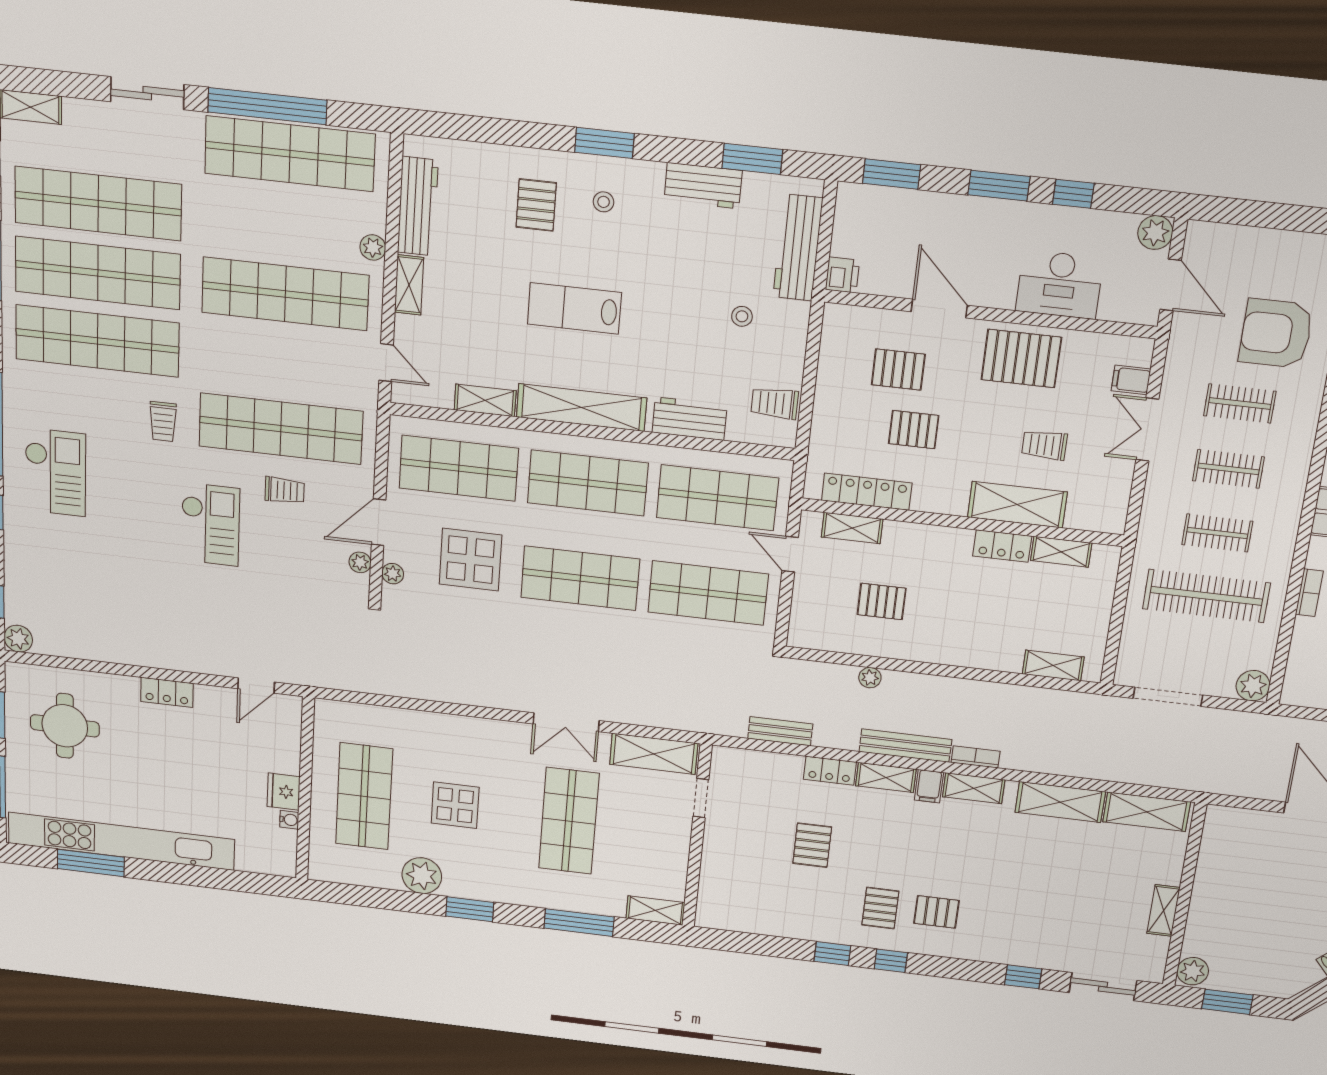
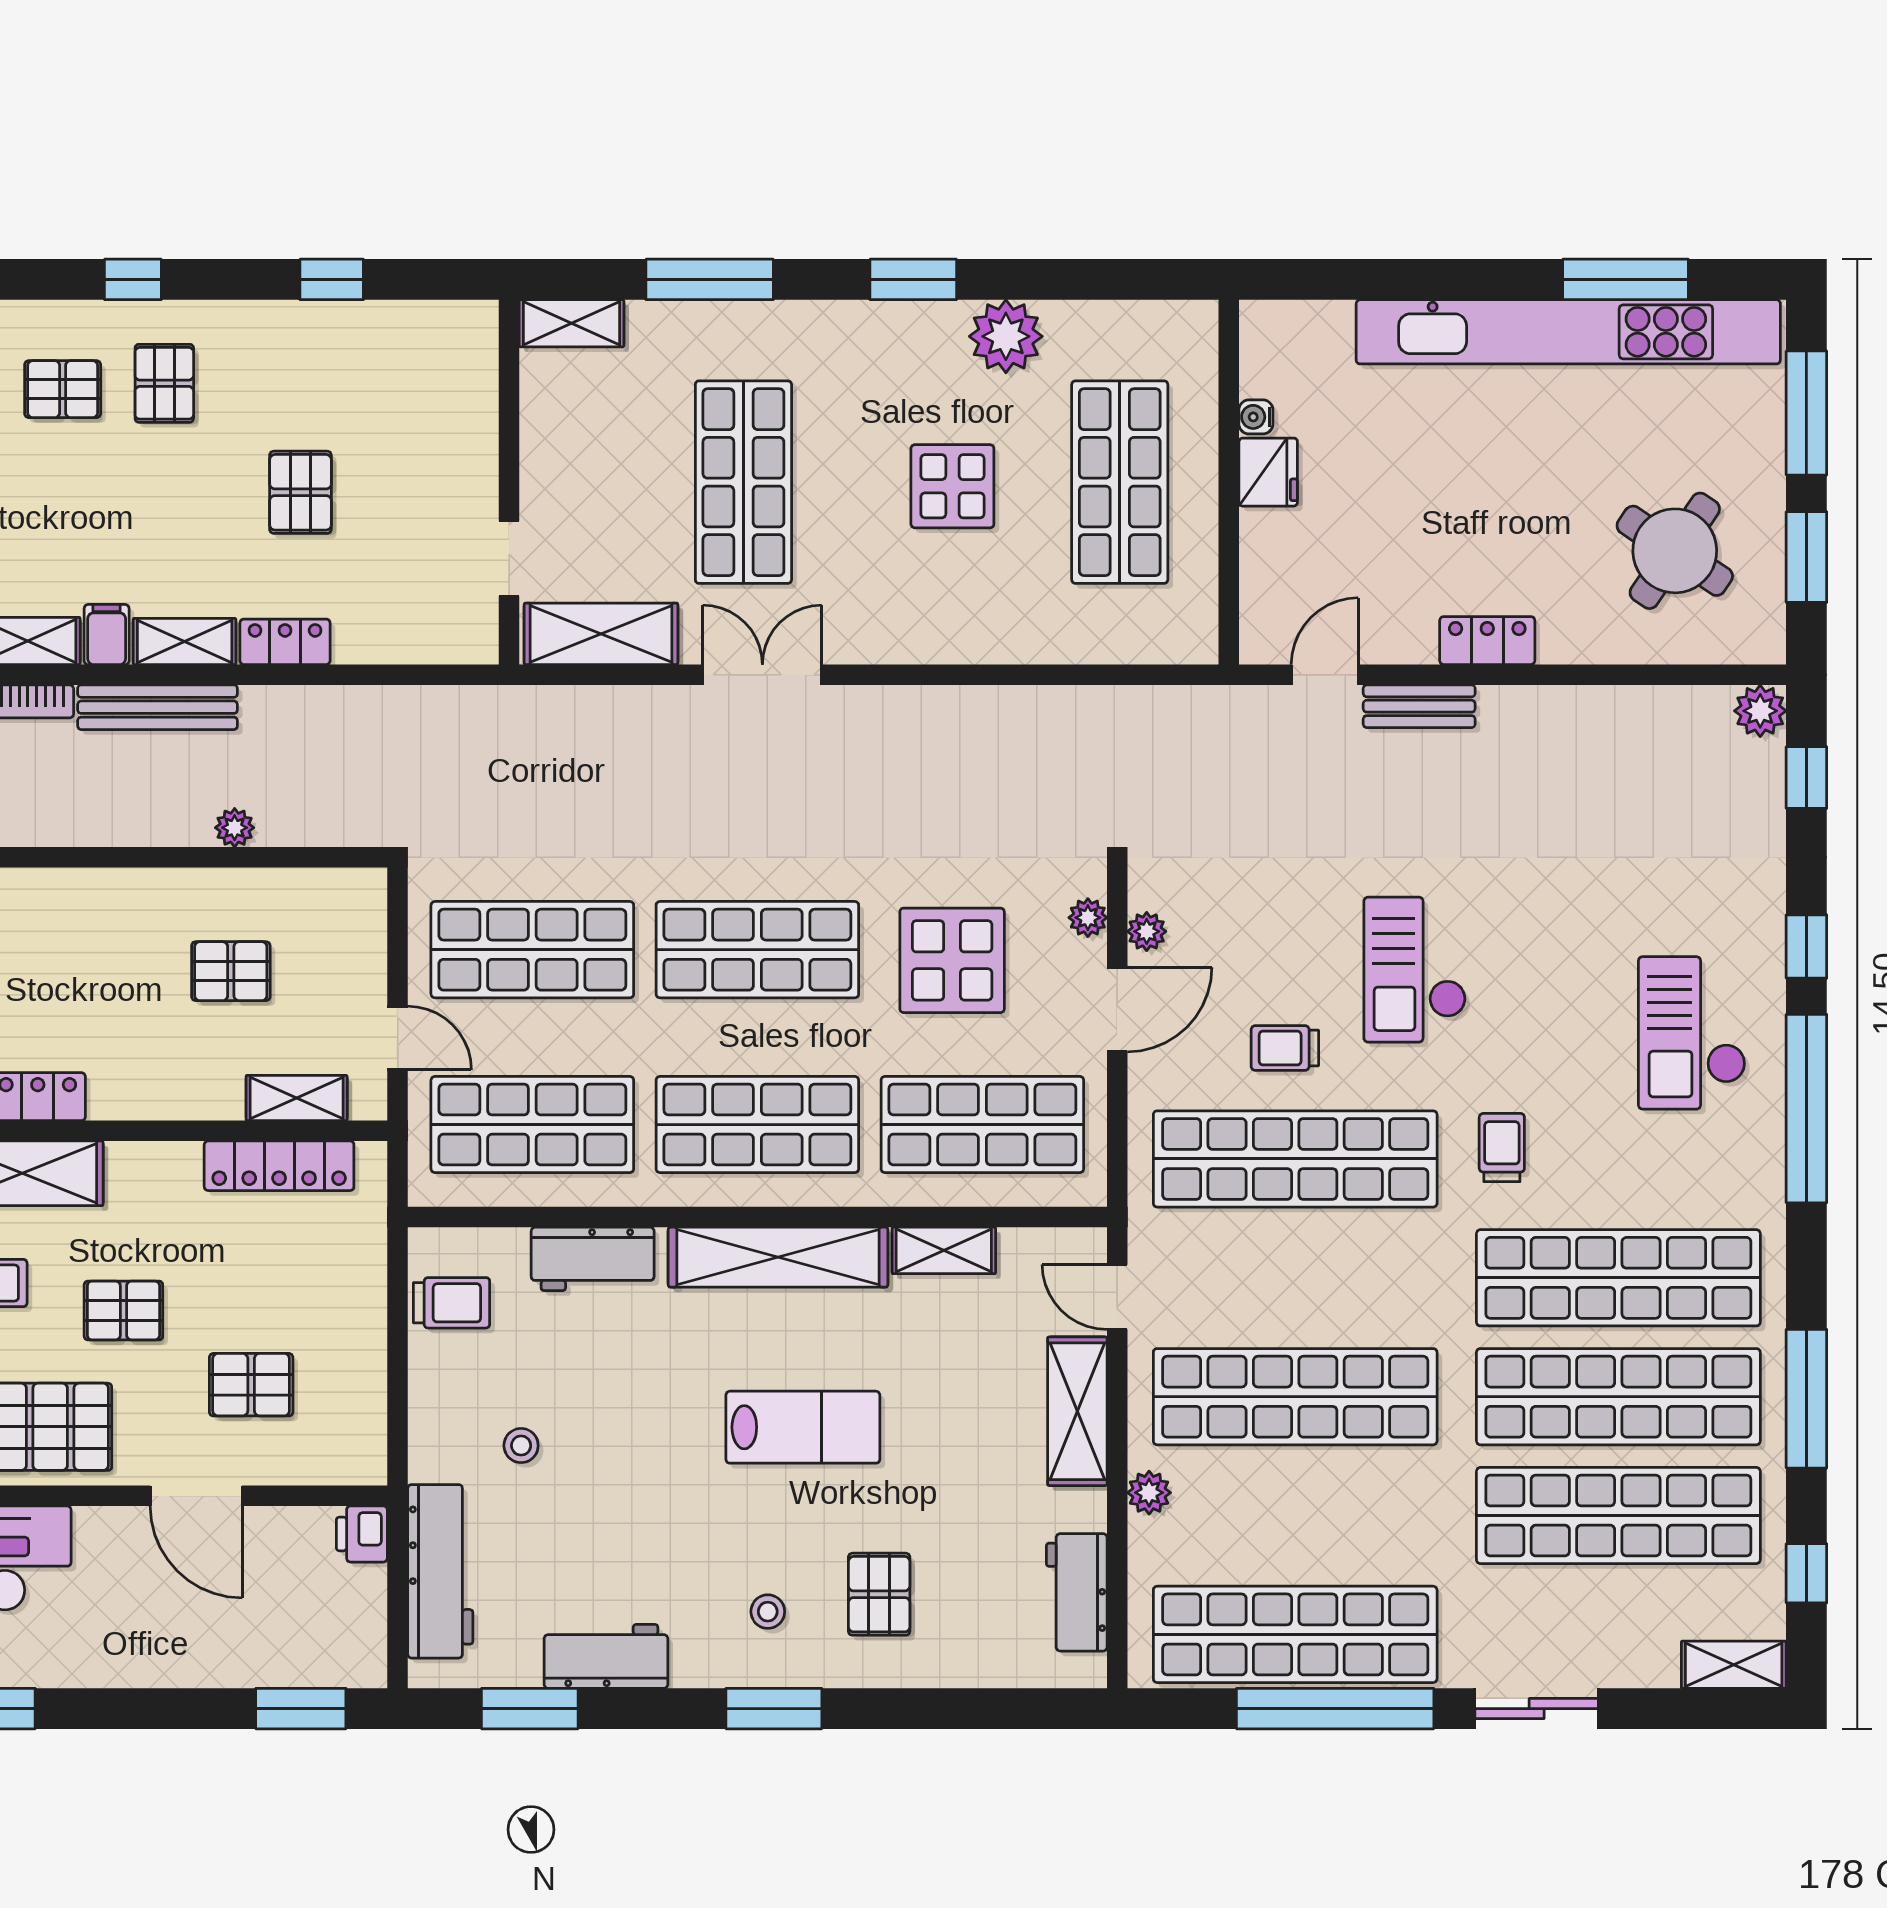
window: (999, 186) -> (125, 1709), removed
workbench: (418, 206) -> (1077, 1592), width x0.73
shelving: (409, 285) -> (1077, 1411), width x1.50, depth x1.33
pallet: (914, 430) -> (123, 1311), moved
round table: (65, 726) -> (1675, 551), turned 34
bench: (780, 731) -> (1419, 706), moved
window: (832, 954) -> (332, 279), moved

